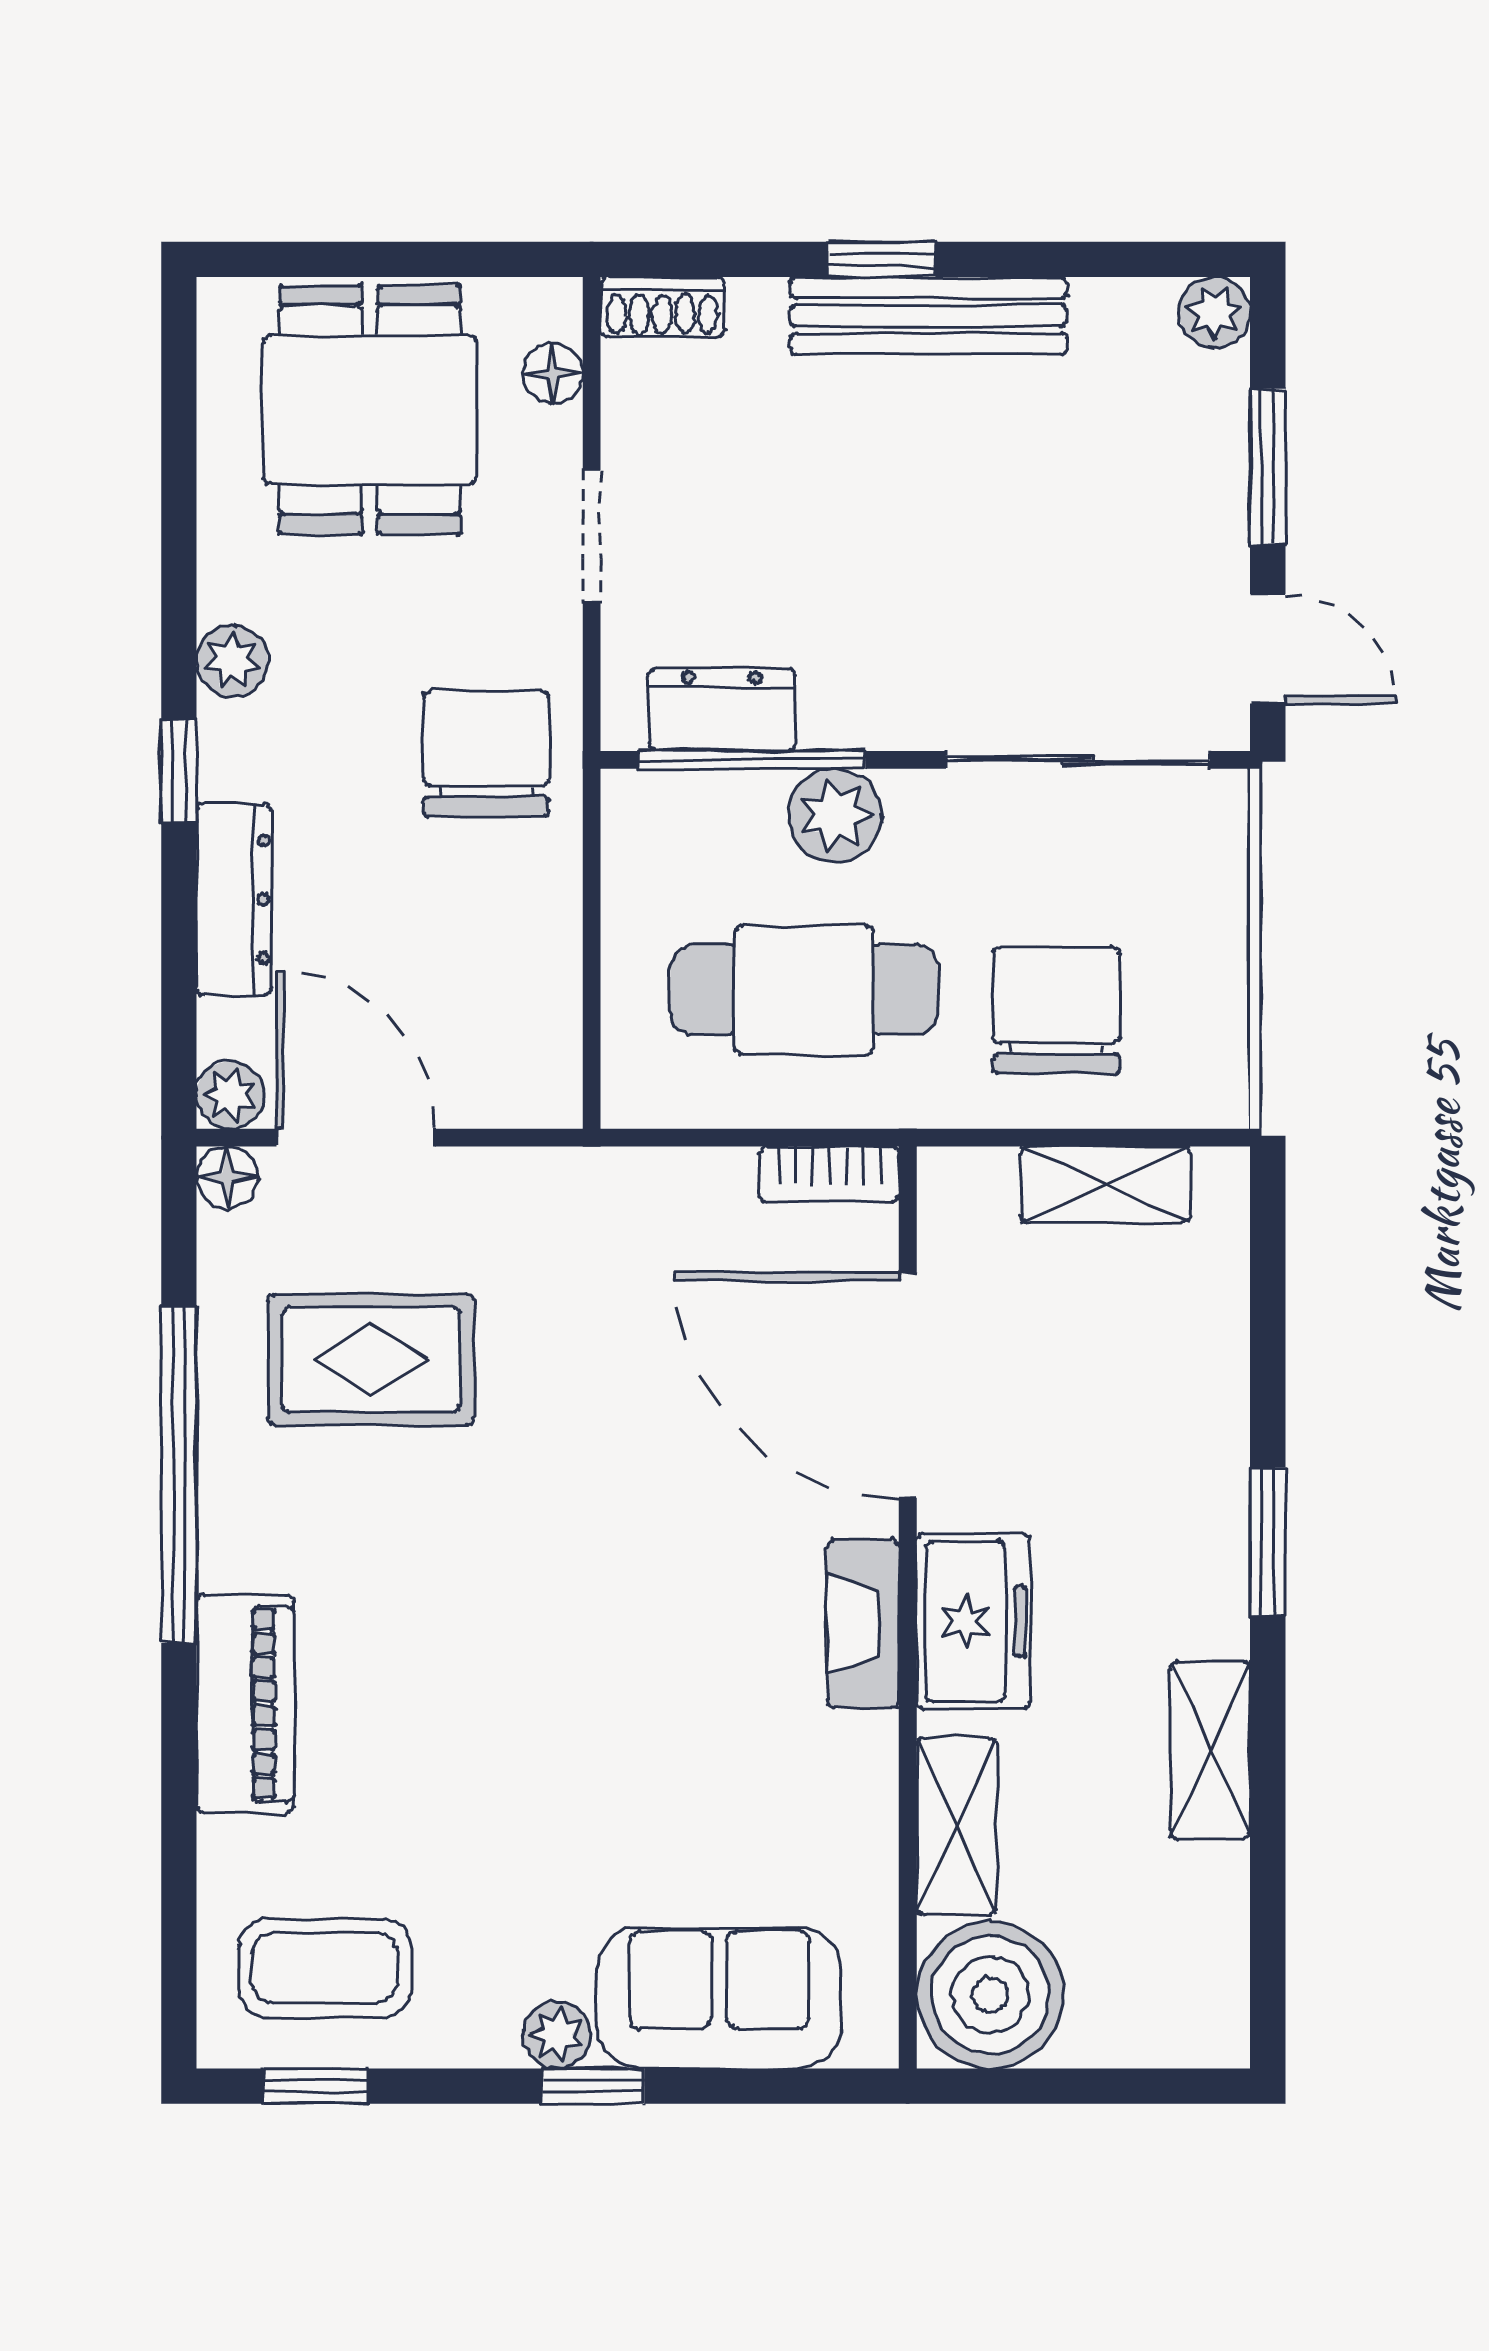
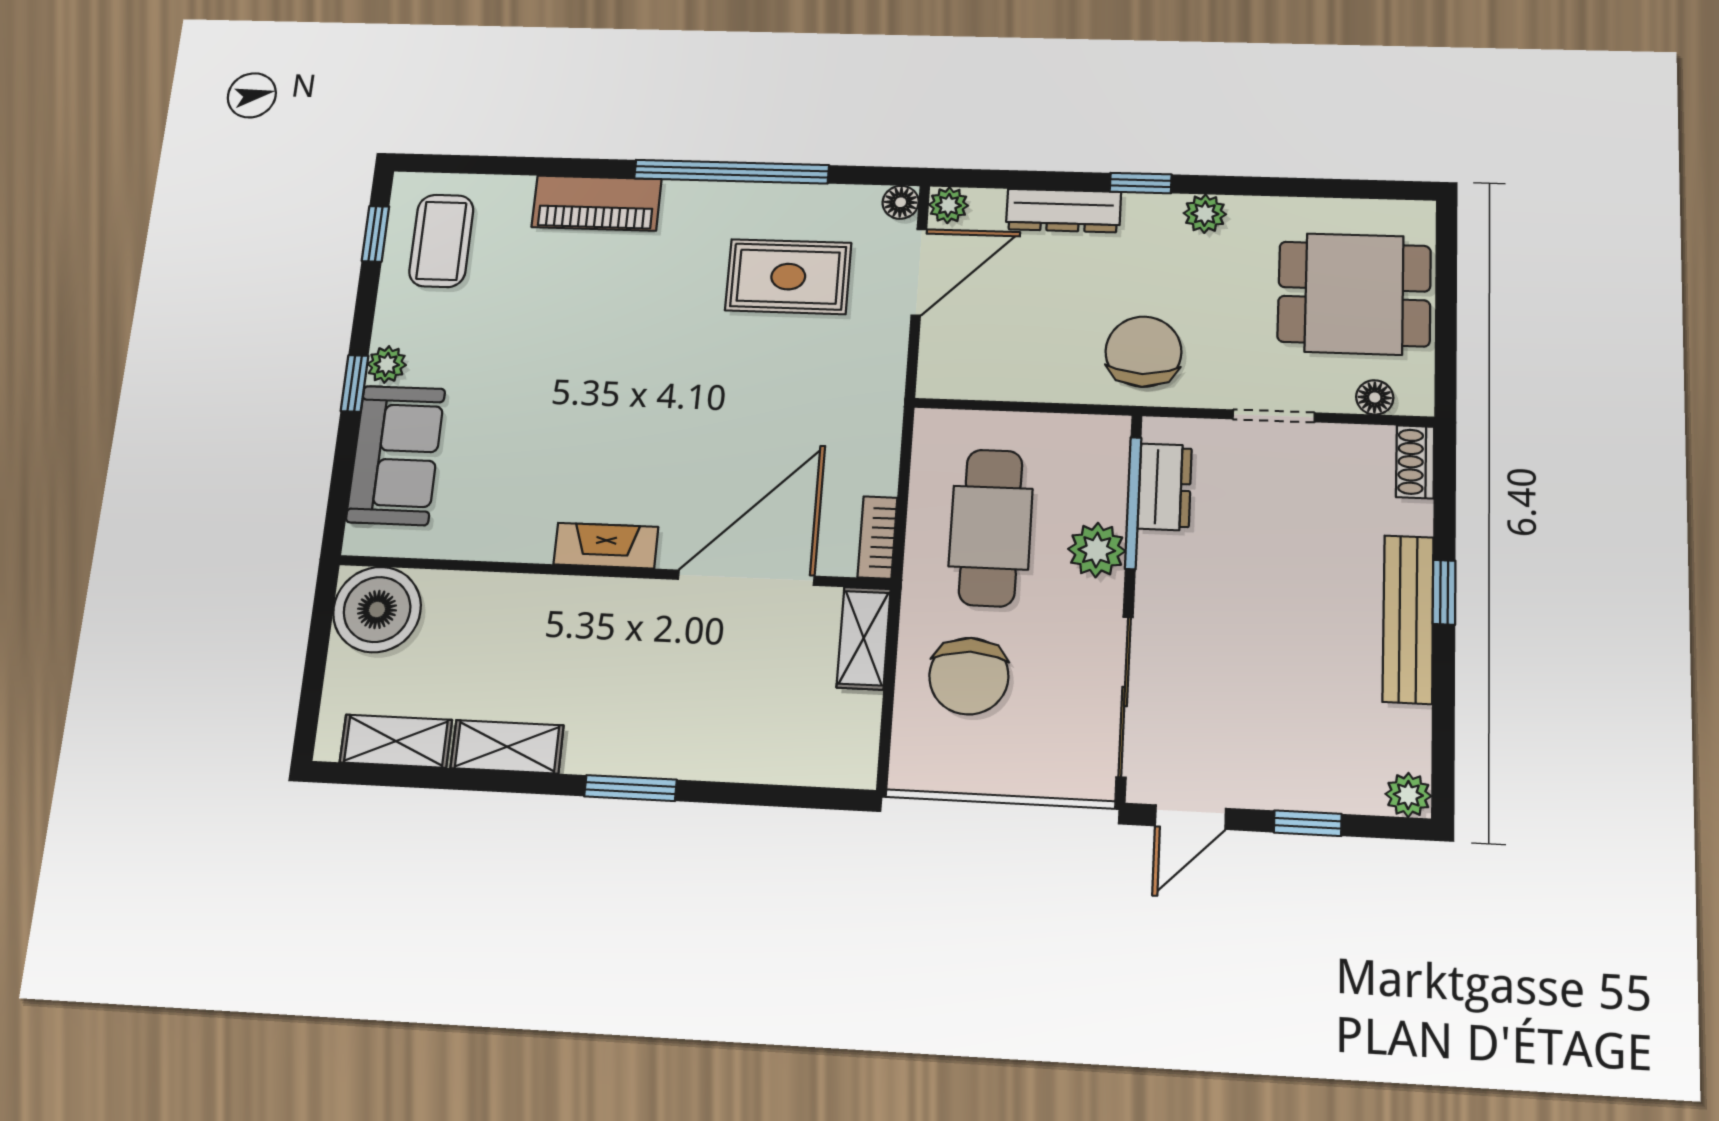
window: (1268, 467) -> (1308, 823), width x0.67
chair: (486, 754) -> (1143, 352), turned -90
chair: (1056, 1010) -> (969, 676), turned 90
shelving: (1105, 1184) -> (864, 638), moved
rug: (371, 1359) -> (788, 277), turned 90
freezer: (974, 1621) -> (600, 610), removed
shelving: (956, 1826) -> (396, 741), moved

